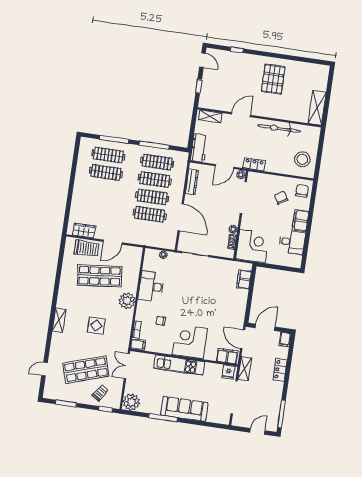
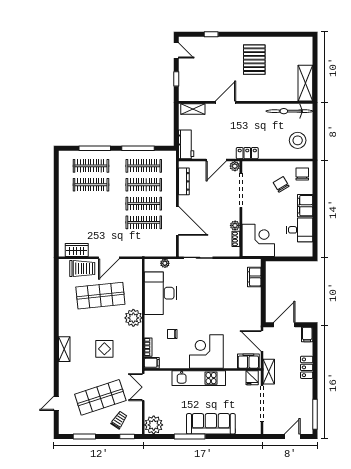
bicycle: (279, 128) -> (289, 111), moved
desk: (151, 286) -> (160, 293), width x1.36, depth x1.30

